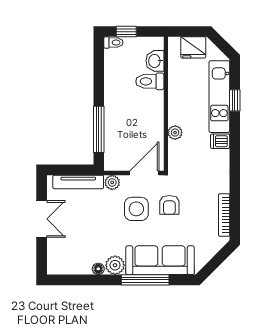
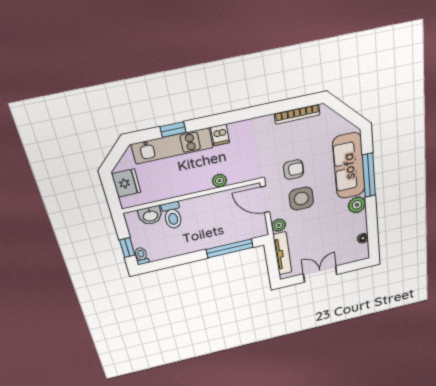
floor lamp: (98, 269) -> (363, 238), moved

